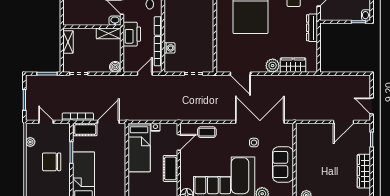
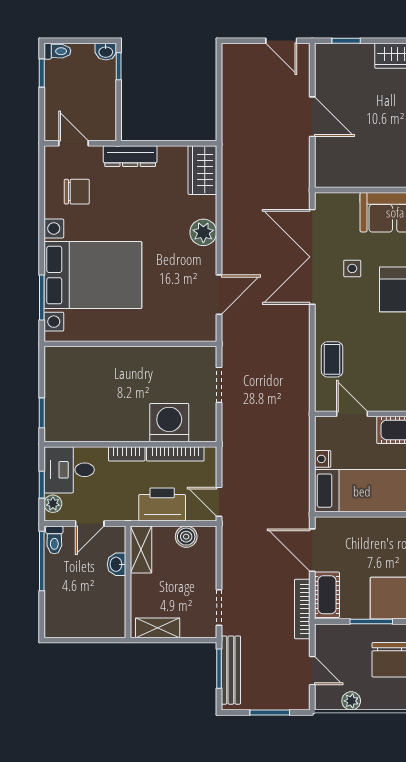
washbasin: (115, 21) -> (116, 564), moved
printer: (132, 34) -> (162, 504), moved
washing machine: (170, 48) -> (169, 423), width x1.89, depth x1.89
wardrobe: (293, 65) -> (202, 170), moved
boiler: (115, 67) -> (186, 537), moved
door: (145, 74) -> (219, 502), moved
bench: (46, 80) -> (231, 670), added
door: (372, 106) -> (281, 41), hinge flipped
door: (46, 122) -> (312, 671), swing flipped
door: (344, 122) -> (312, 117), moved

